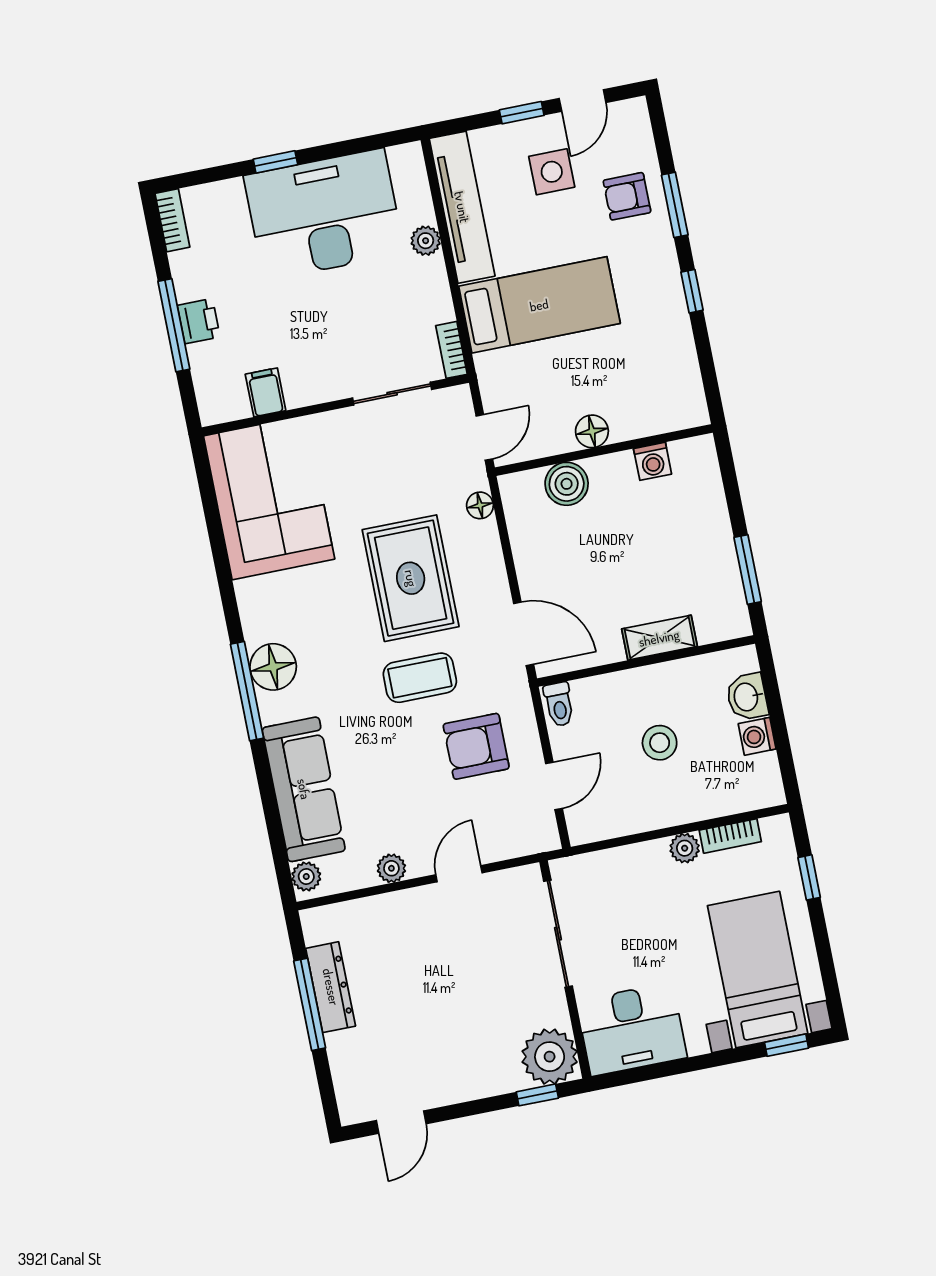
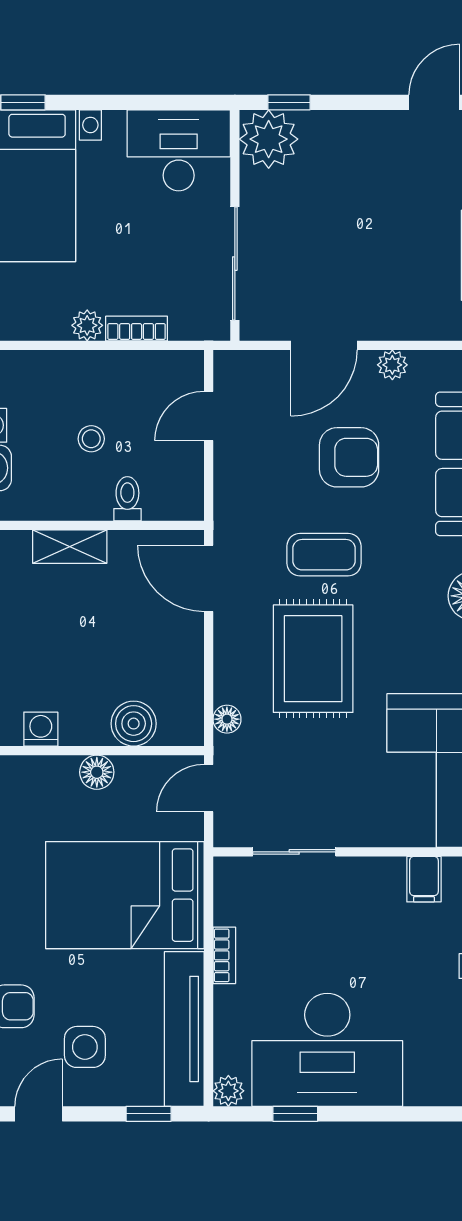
window: (522, 113) -> (149, 1114), moved
window: (275, 162) -> (295, 1114), moved
plant: (426, 241) -> (228, 1091), moved
bed: (539, 305) -> (125, 895), width x1.50
bookcase: (451, 350) -> (224, 955), moved
toilet: (559, 704) -> (127, 499), moved
stool: (660, 743) -> (91, 439), width x0.73, depth x0.73
armchair: (476, 746) -> (349, 457), moved
bookcase: (730, 836) -> (137, 329), moved
door: (459, 874) -> (324, 345), width x1.38

